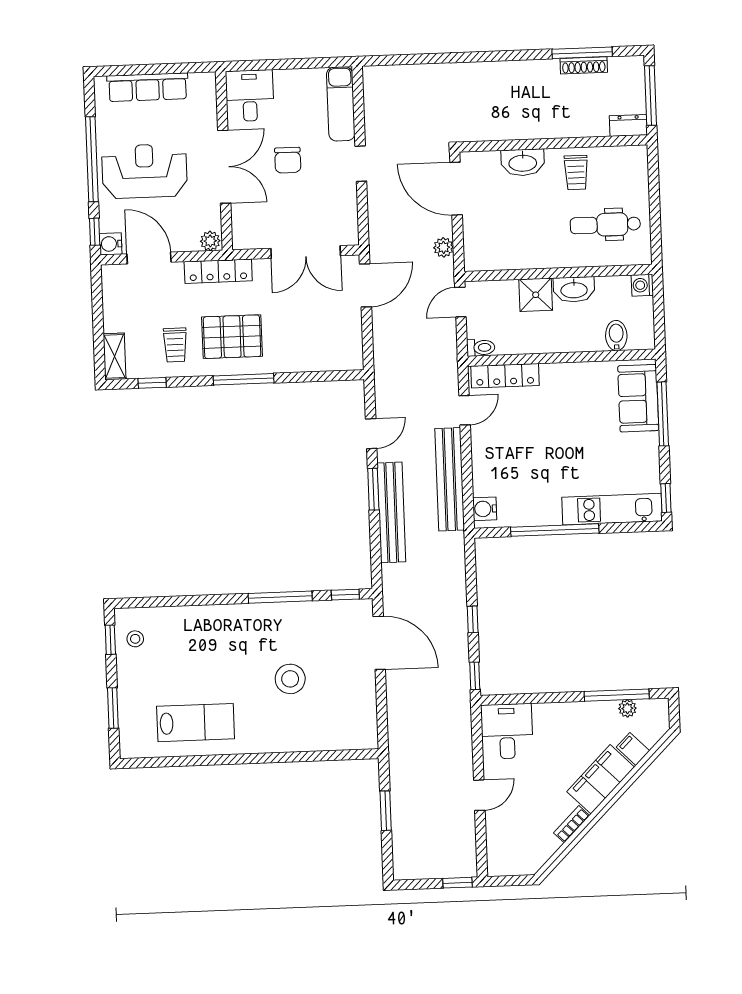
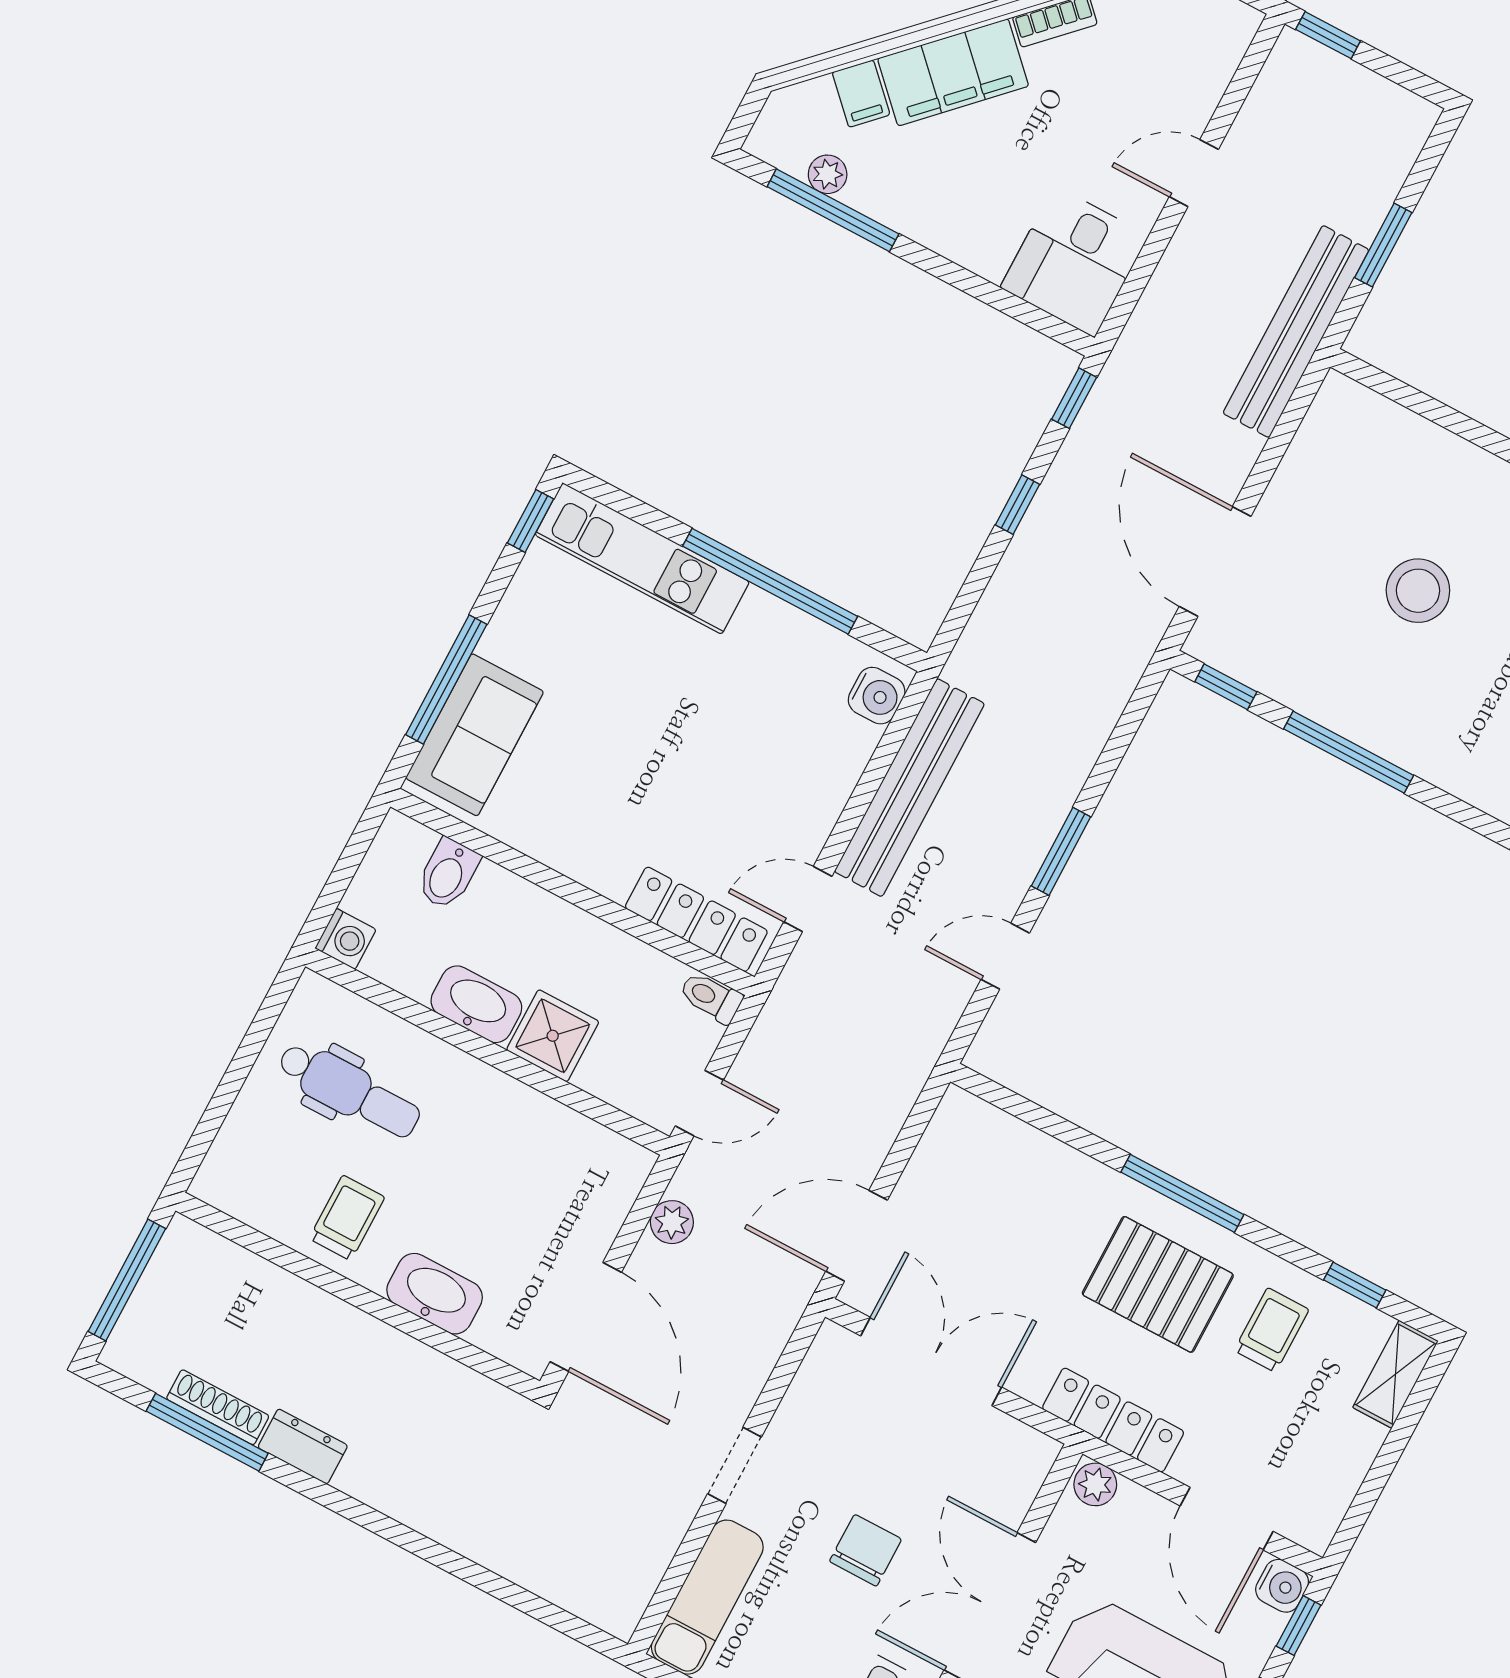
dresser: (628, 125) -> (303, 1446), moved, turned 180
bench: (391, 512) -> (1296, 331), moved

